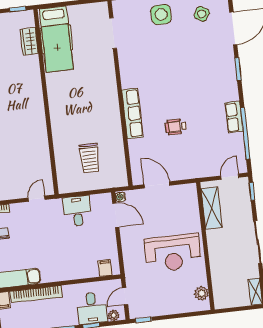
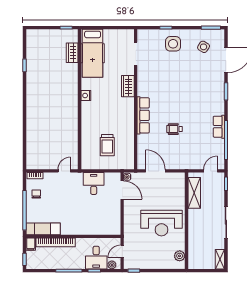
wardrobe: (108, 77) -> (128, 86), added
nightstand: (54, 96) -> (86, 96), added
filing cabinet: (105, 268) -> (110, 229), removed

